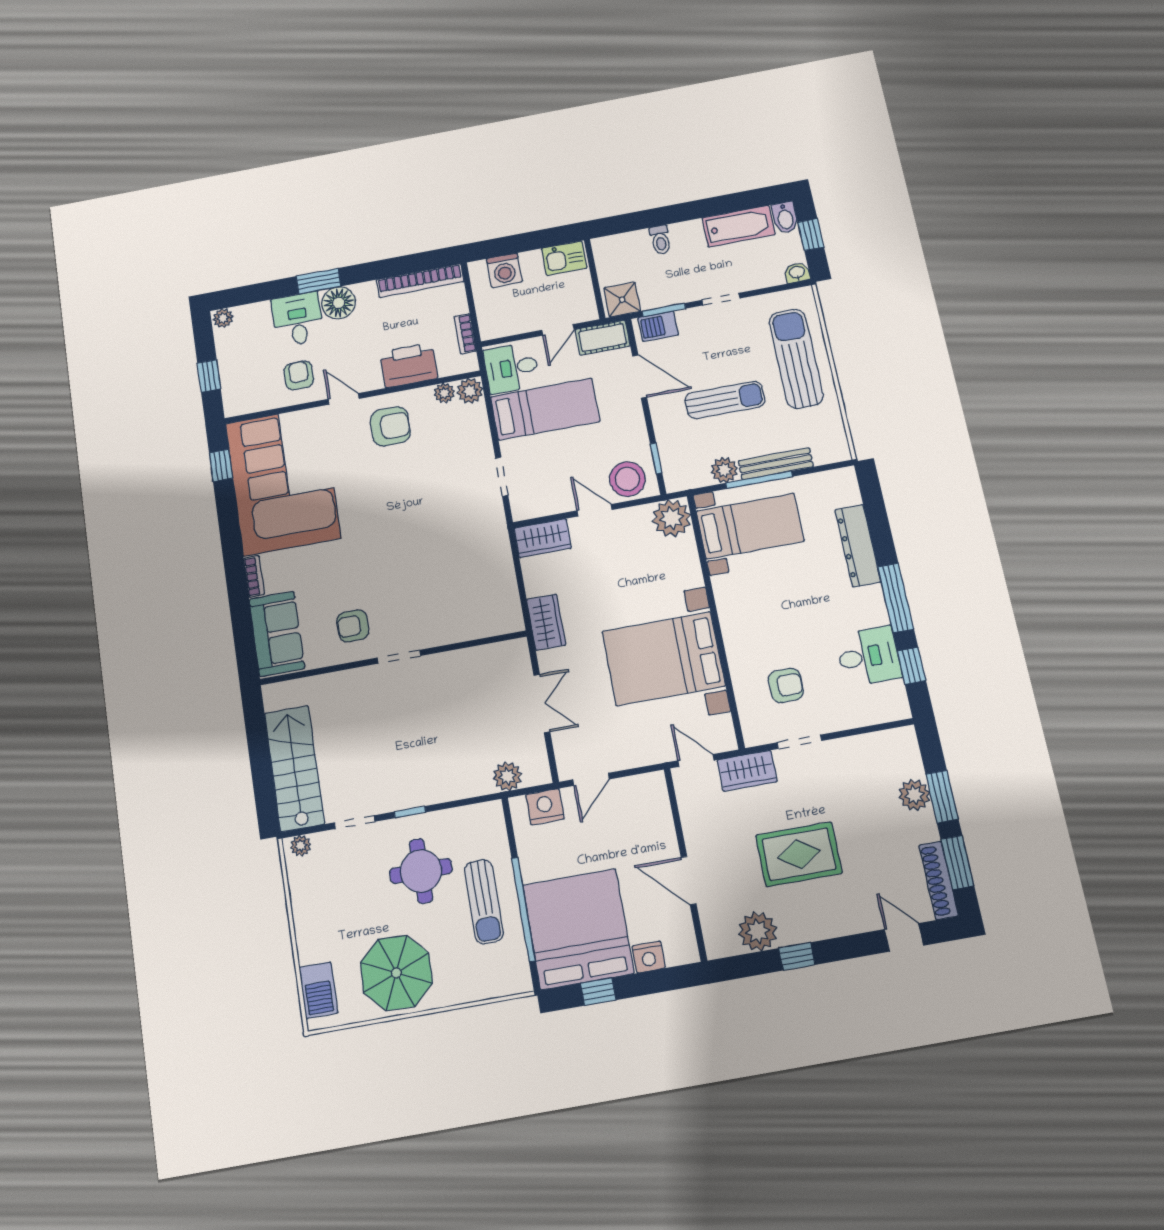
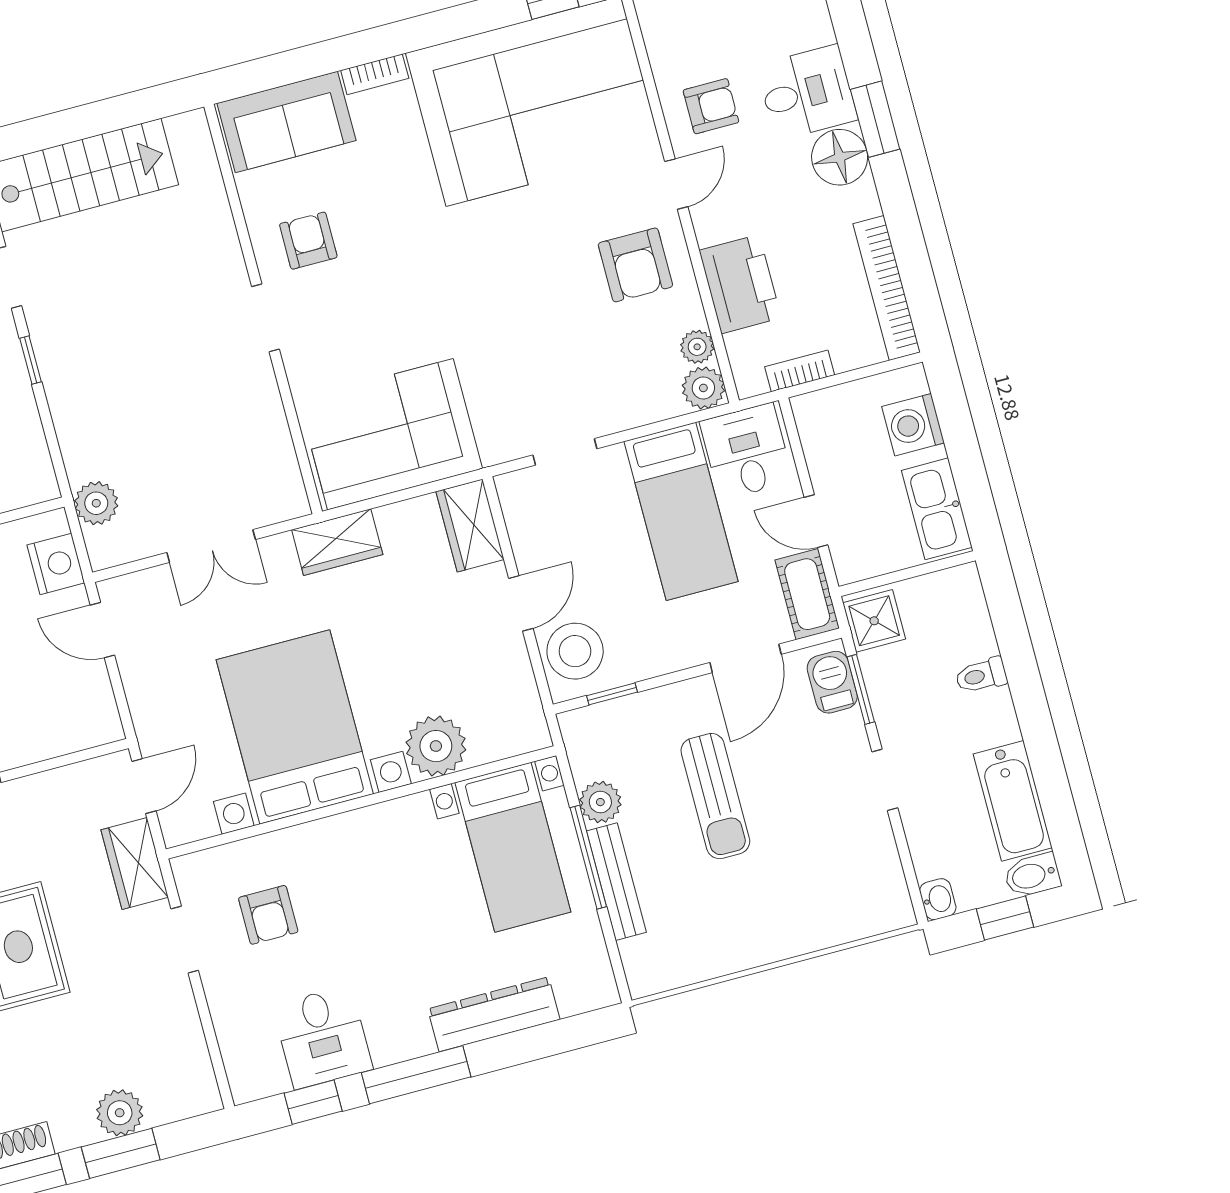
kitchen sink: (564, 258) -> (937, 509), width x1.38
sun lounger: (796, 359) -> (792, 905), removed
plant: (672, 518) -> (436, 746), moved
corner sofa: (480, 583) -> (390, 434), added

